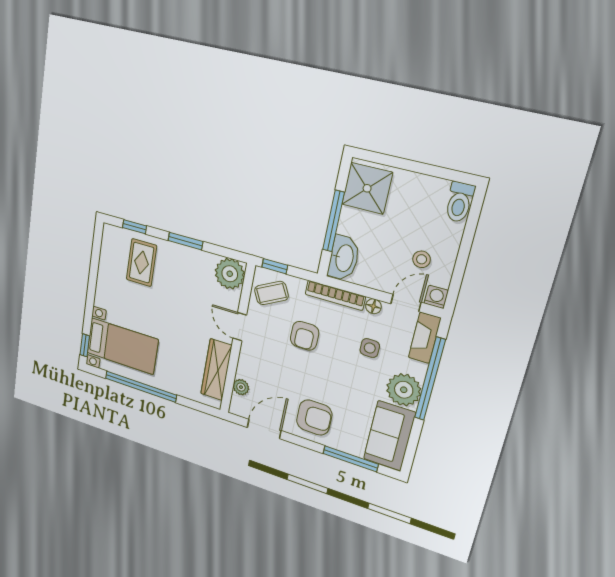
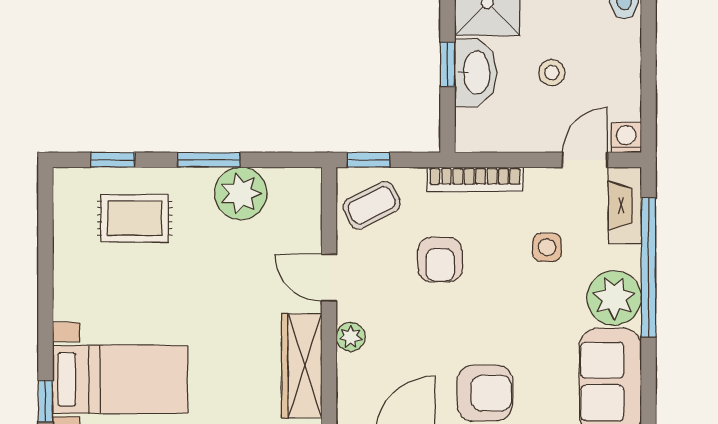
window: (334, 221) -> (447, 64), width x0.46
washbasin: (344, 258) -> (475, 73), moved
stool: (422, 259) -> (552, 73), moved
rug: (141, 263) -> (135, 218), turned 90
plant: (230, 274) -> (241, 193), moved
floor lamp: (373, 306) -> (538, 179), removed
plant: (241, 387) -> (351, 337), moved

